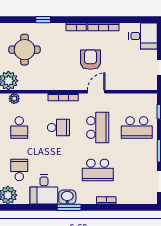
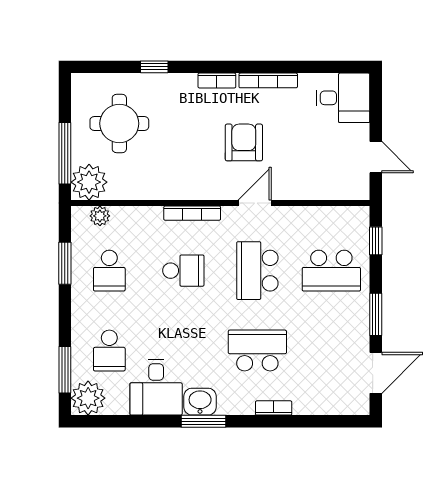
school desk: (98, 128) -> (257, 271), turned 180
school desk: (19, 170) -> (109, 351), turned 180
school desk: (98, 170) -> (257, 351), turned 180

